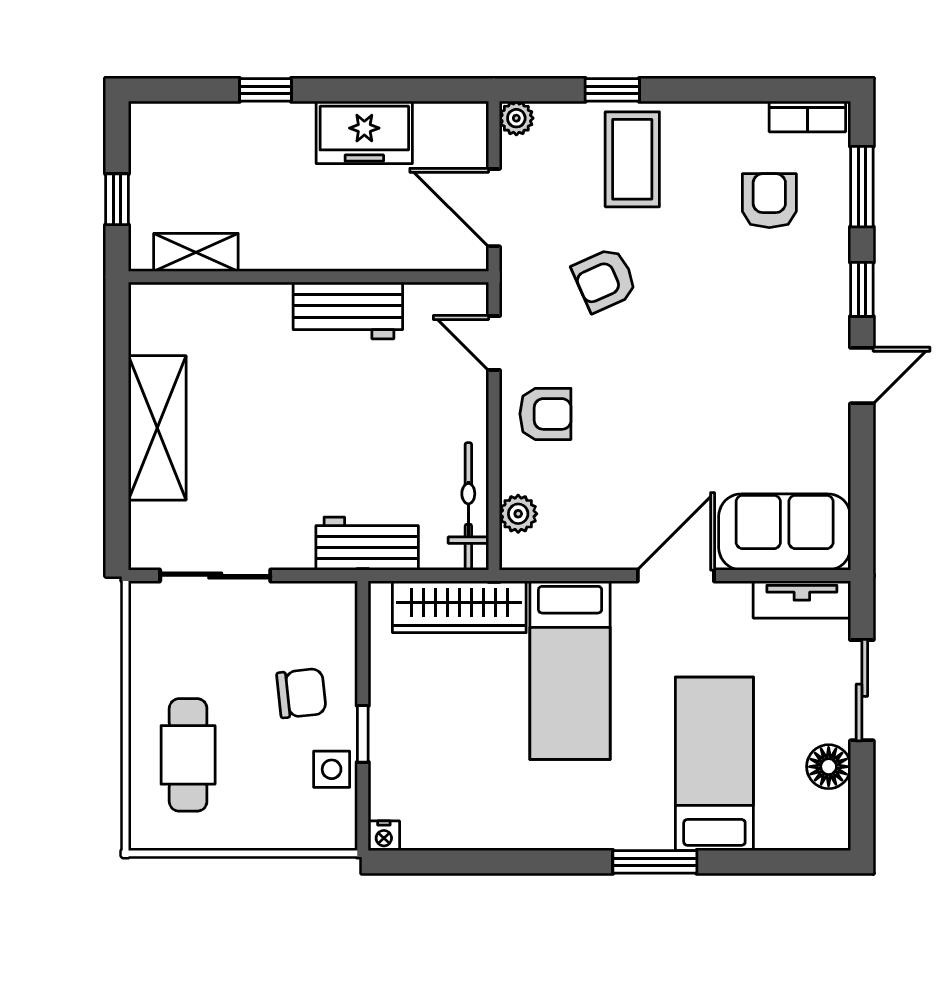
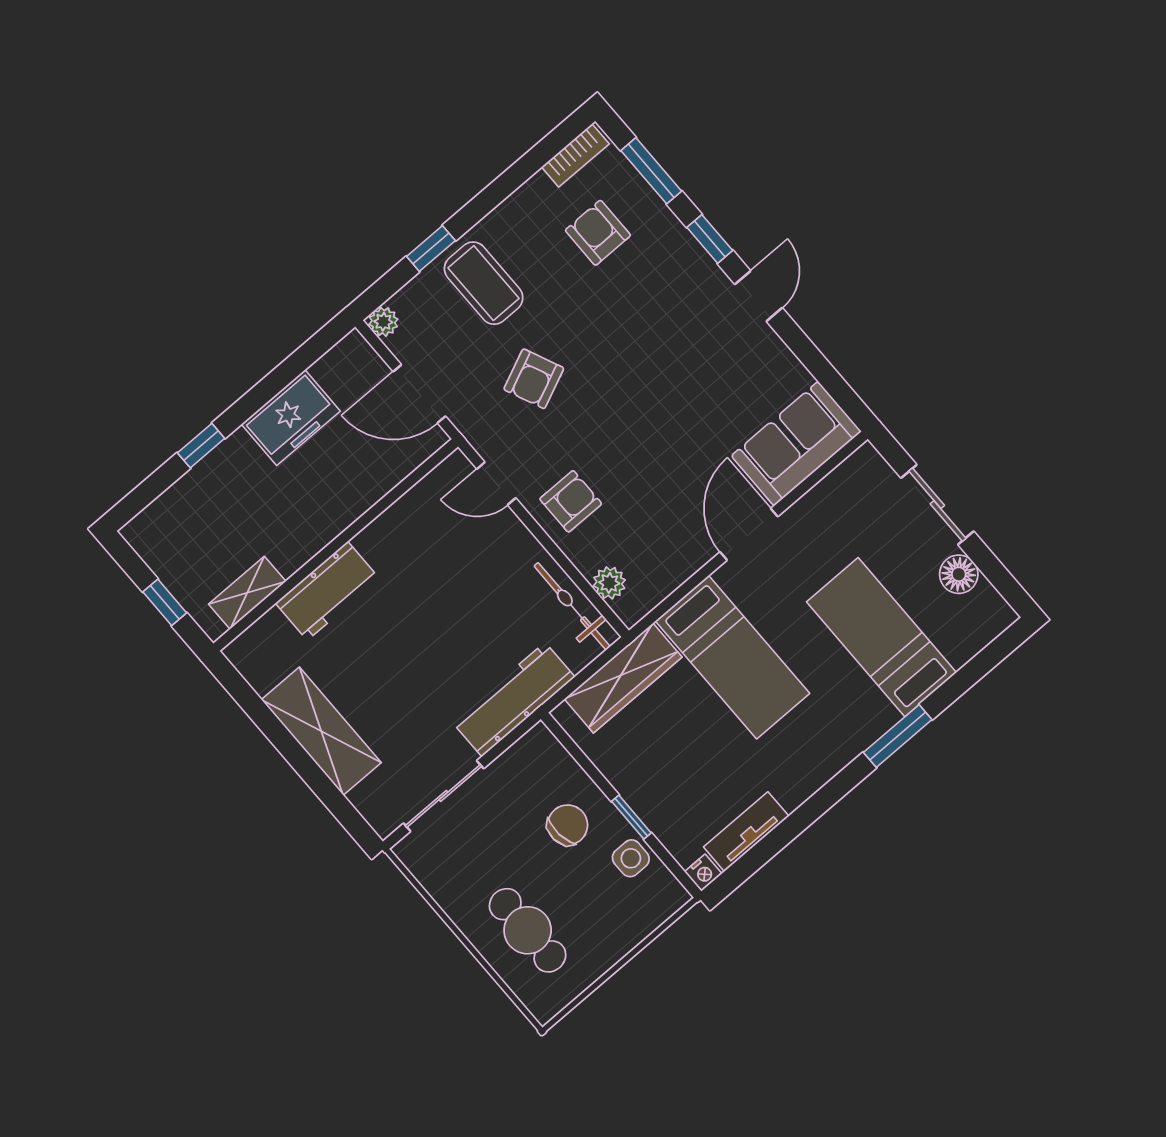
workbench: (348, 311) -> (327, 591), moved
workbench: (367, 544) -> (513, 699), width x1.38
tv unit: (802, 599) -> (746, 832), moved, turned 180

